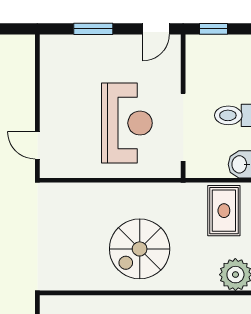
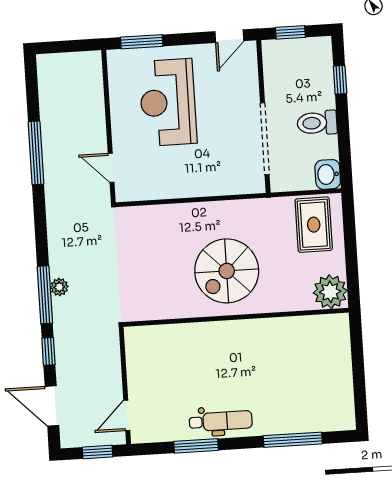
window: (93, 29) -> (142, 42), moved
reception desk: (127, 123) -> (168, 102), moved, turned 180

